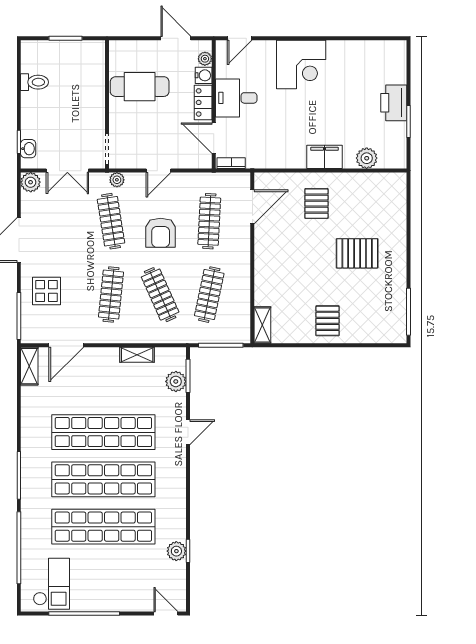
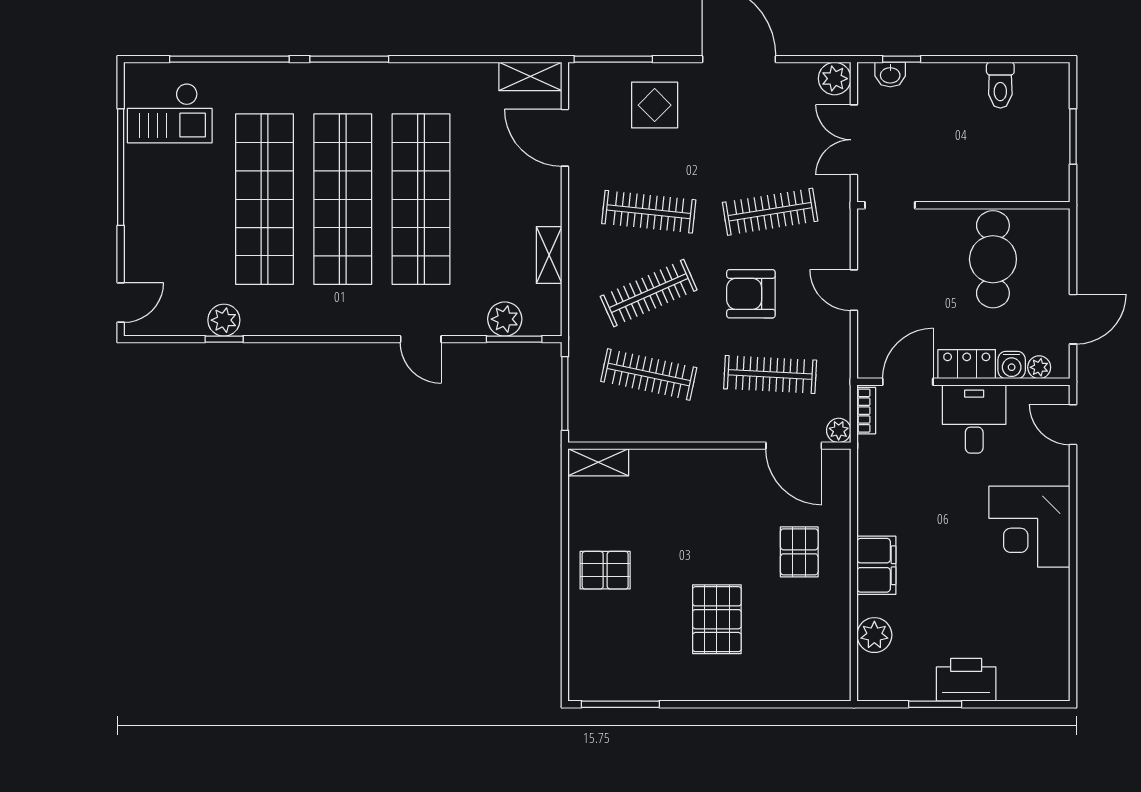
plant: (117, 180) -> (839, 430), moved
pallet: (316, 204) -> (799, 552), turned 90

